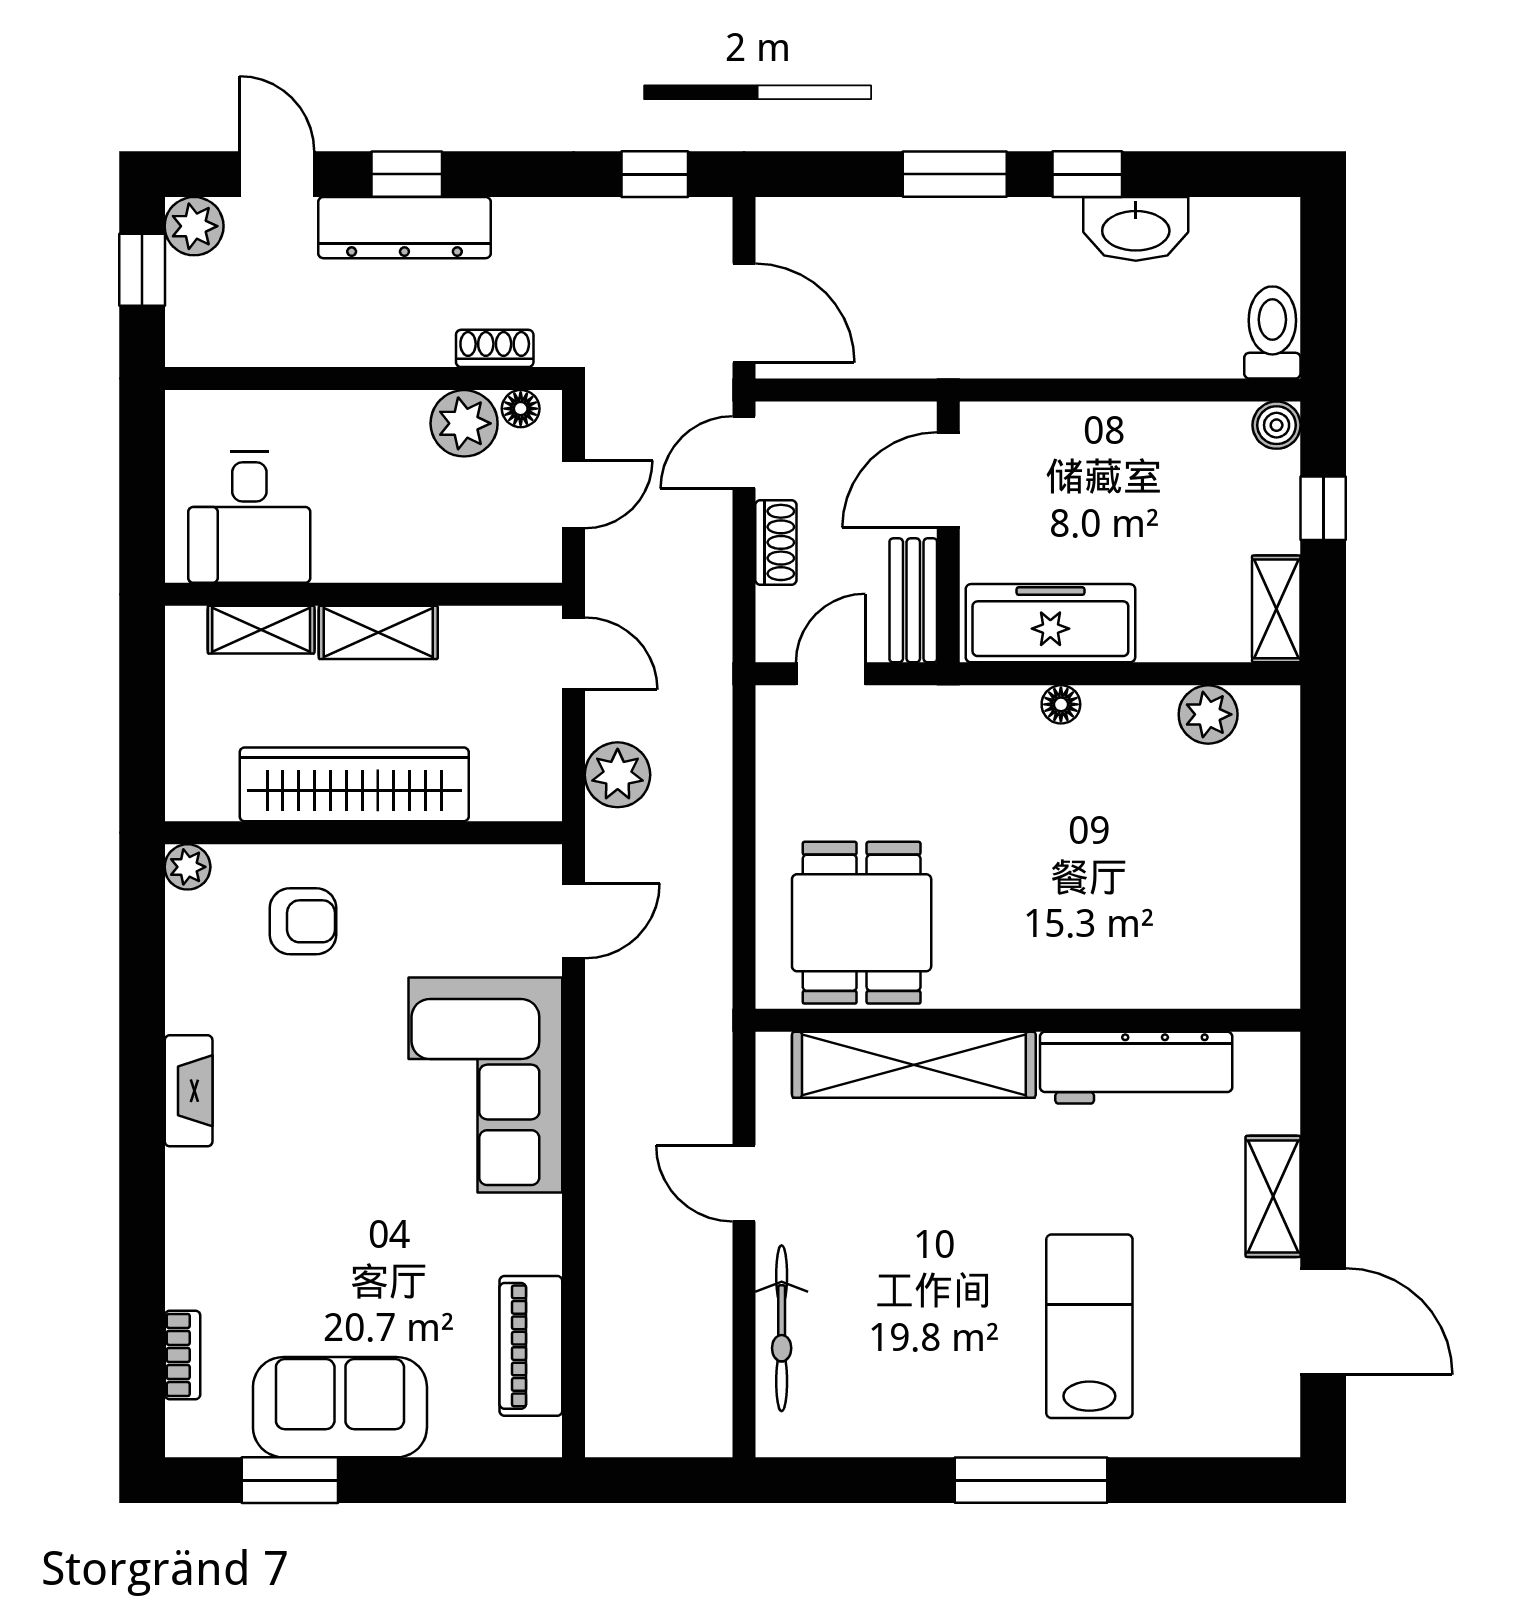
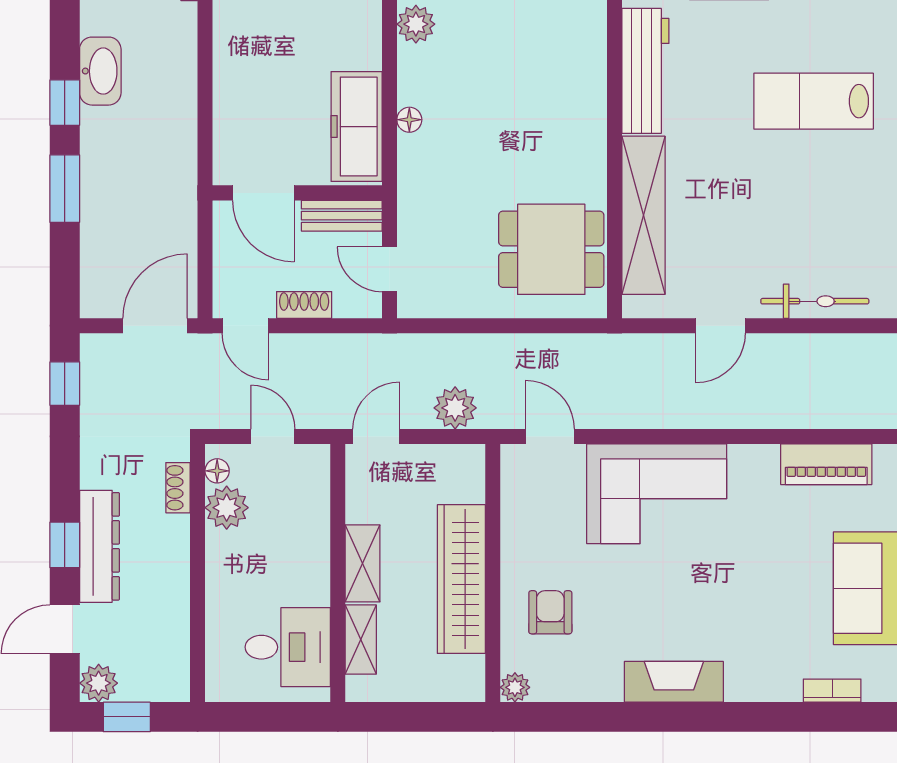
fireplace: (189, 1091) -> (674, 682), width x1.37, depth x1.32

